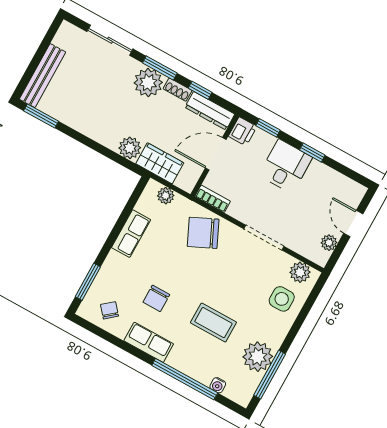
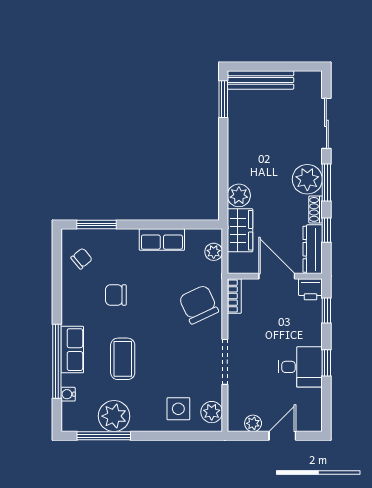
desk: (286, 166) -> (300, 367), moved
row of seats: (149, 342) -> (72, 350), moved

